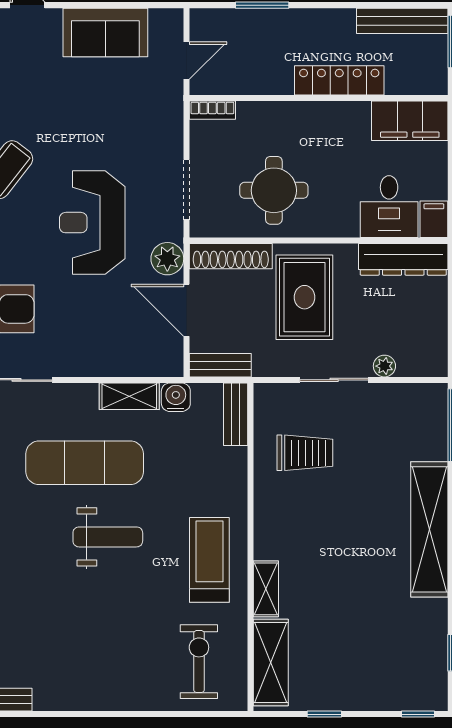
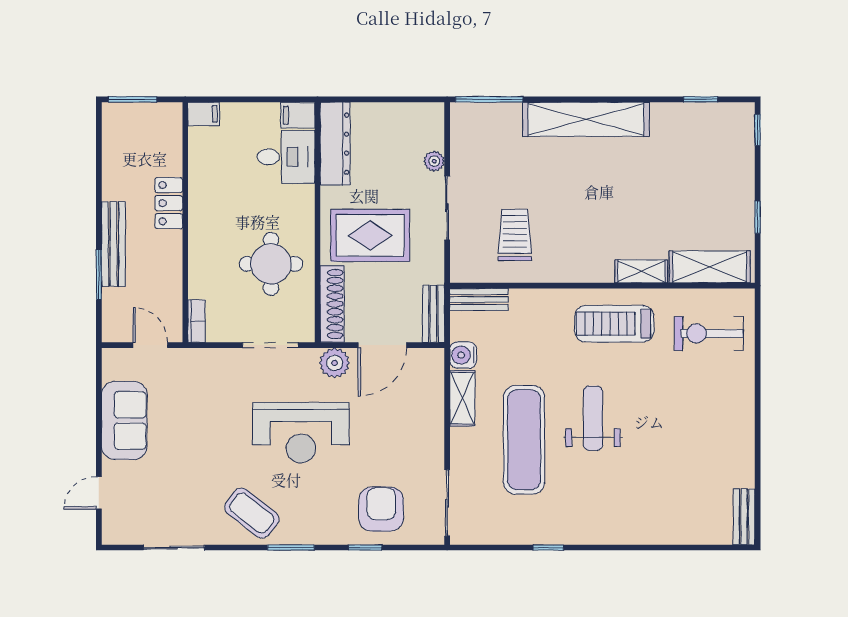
bench: (402, 21) -> (113, 244), moved
locker: (339, 80) -> (169, 203), width x0.66
filing cabinet: (410, 121) -> (204, 114), width x0.33, depth x0.86

